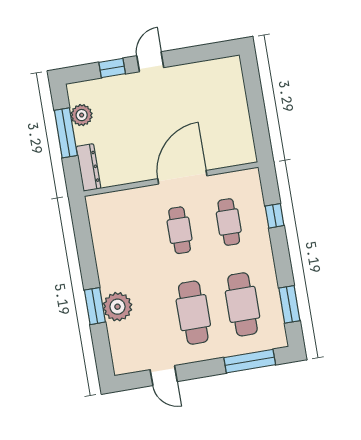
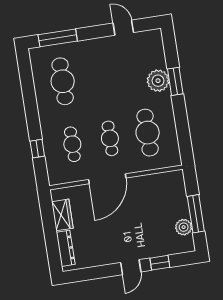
wardrobe: (241, 129) -> (62, 215), added
dresser: (89, 167) -> (66, 248), moved, turned 180
window: (289, 304) -> (27, 81), removed
cafe table: (193, 313) -> (148, 133), moved

